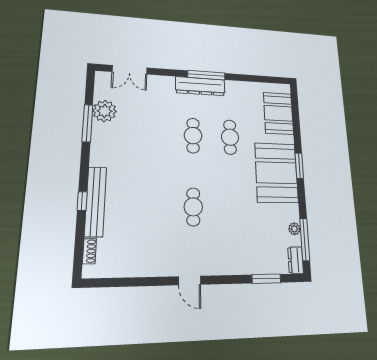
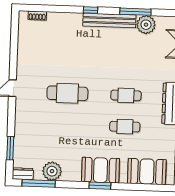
booth: (276, 173) -> (101, 170), width x0.73, depth x0.70
window: (82, 201) -> (91, 10), moved
bench: (95, 201) -> (109, 20), moved
cafe table: (193, 207) -> (67, 93), width x1.37, depth x1.35
plant: (294, 229) -> (52, 171), width x1.88, depth x1.88

